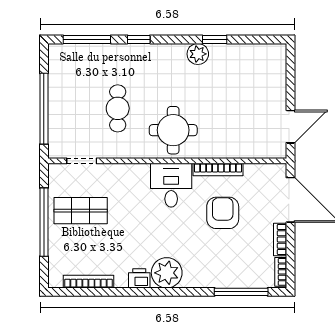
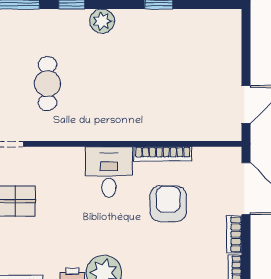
plant: (198, 54) -> (102, 21), moved
round table: (173, 130) -> (111, 109), removed

